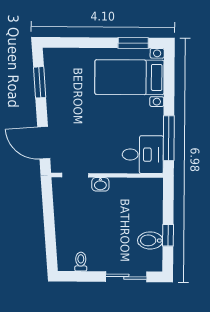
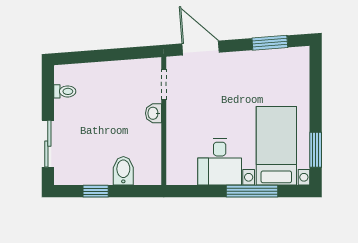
window: (169, 138) -> (252, 191), moved
door: (44, 143) -> (201, 48), hinge flipped
desk: (143, 155) -> (220, 162), moved
bidet: (150, 240) -> (123, 171), moved

